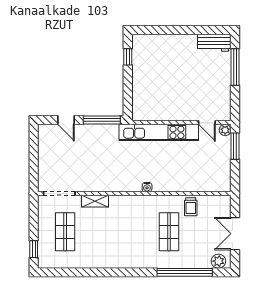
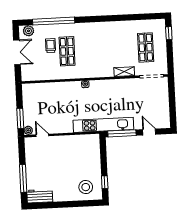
stool: (153, 52) -> (86, 187), added
kitchen unit: (159, 132) -> (103, 125), moved
trolley: (191, 207) -> (51, 46), moved

